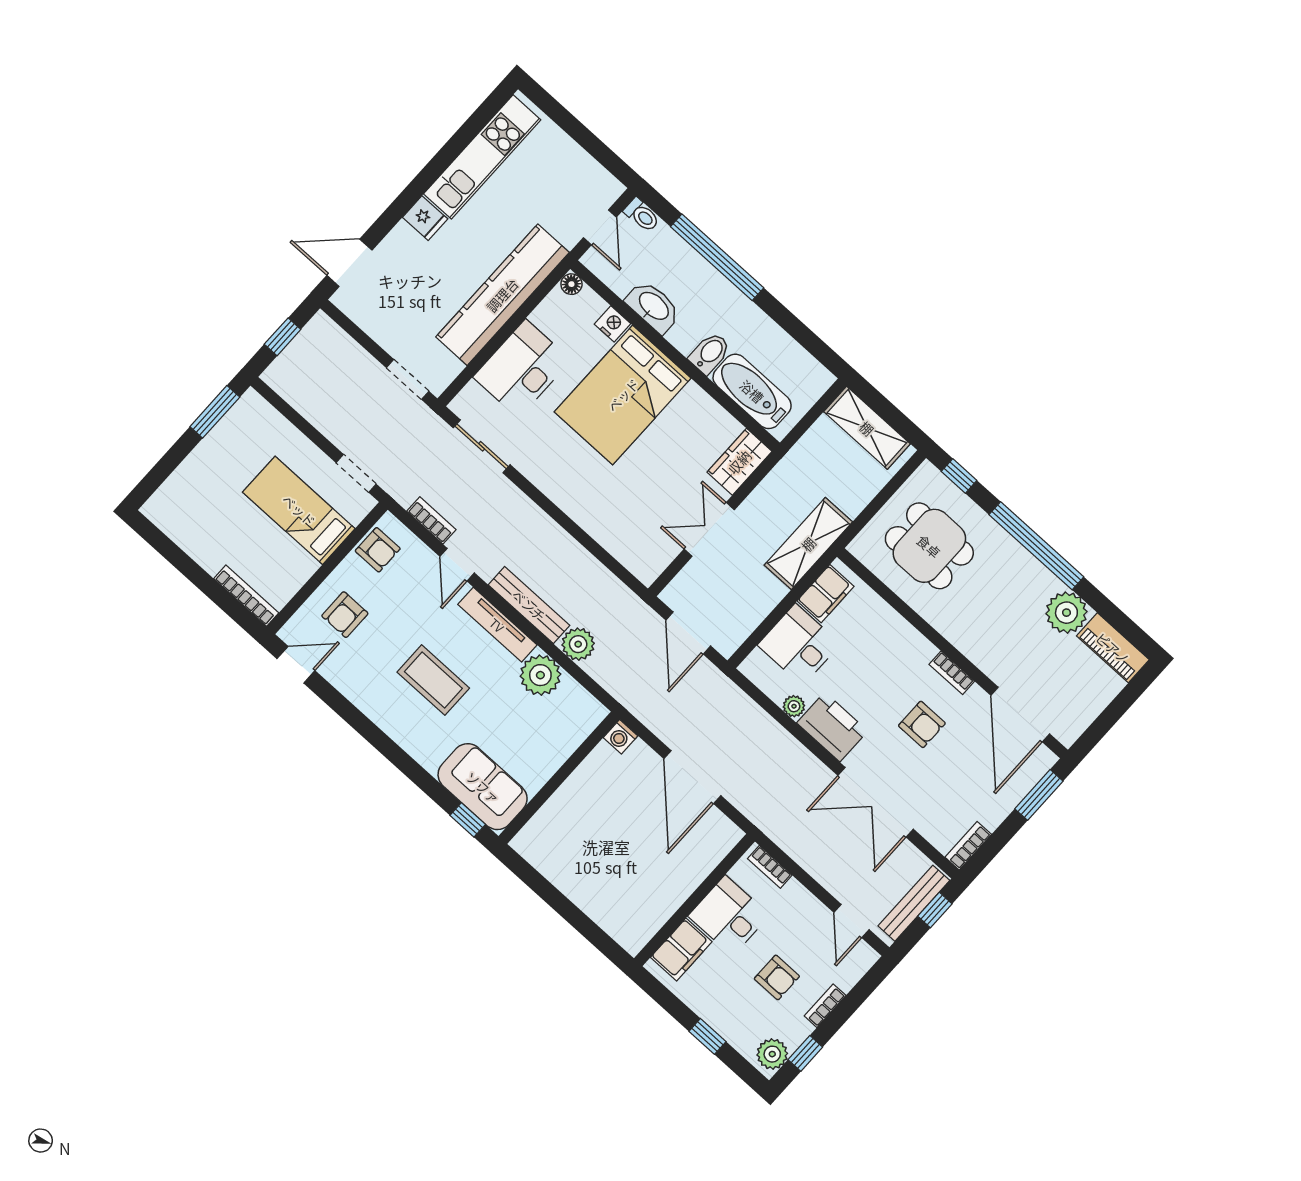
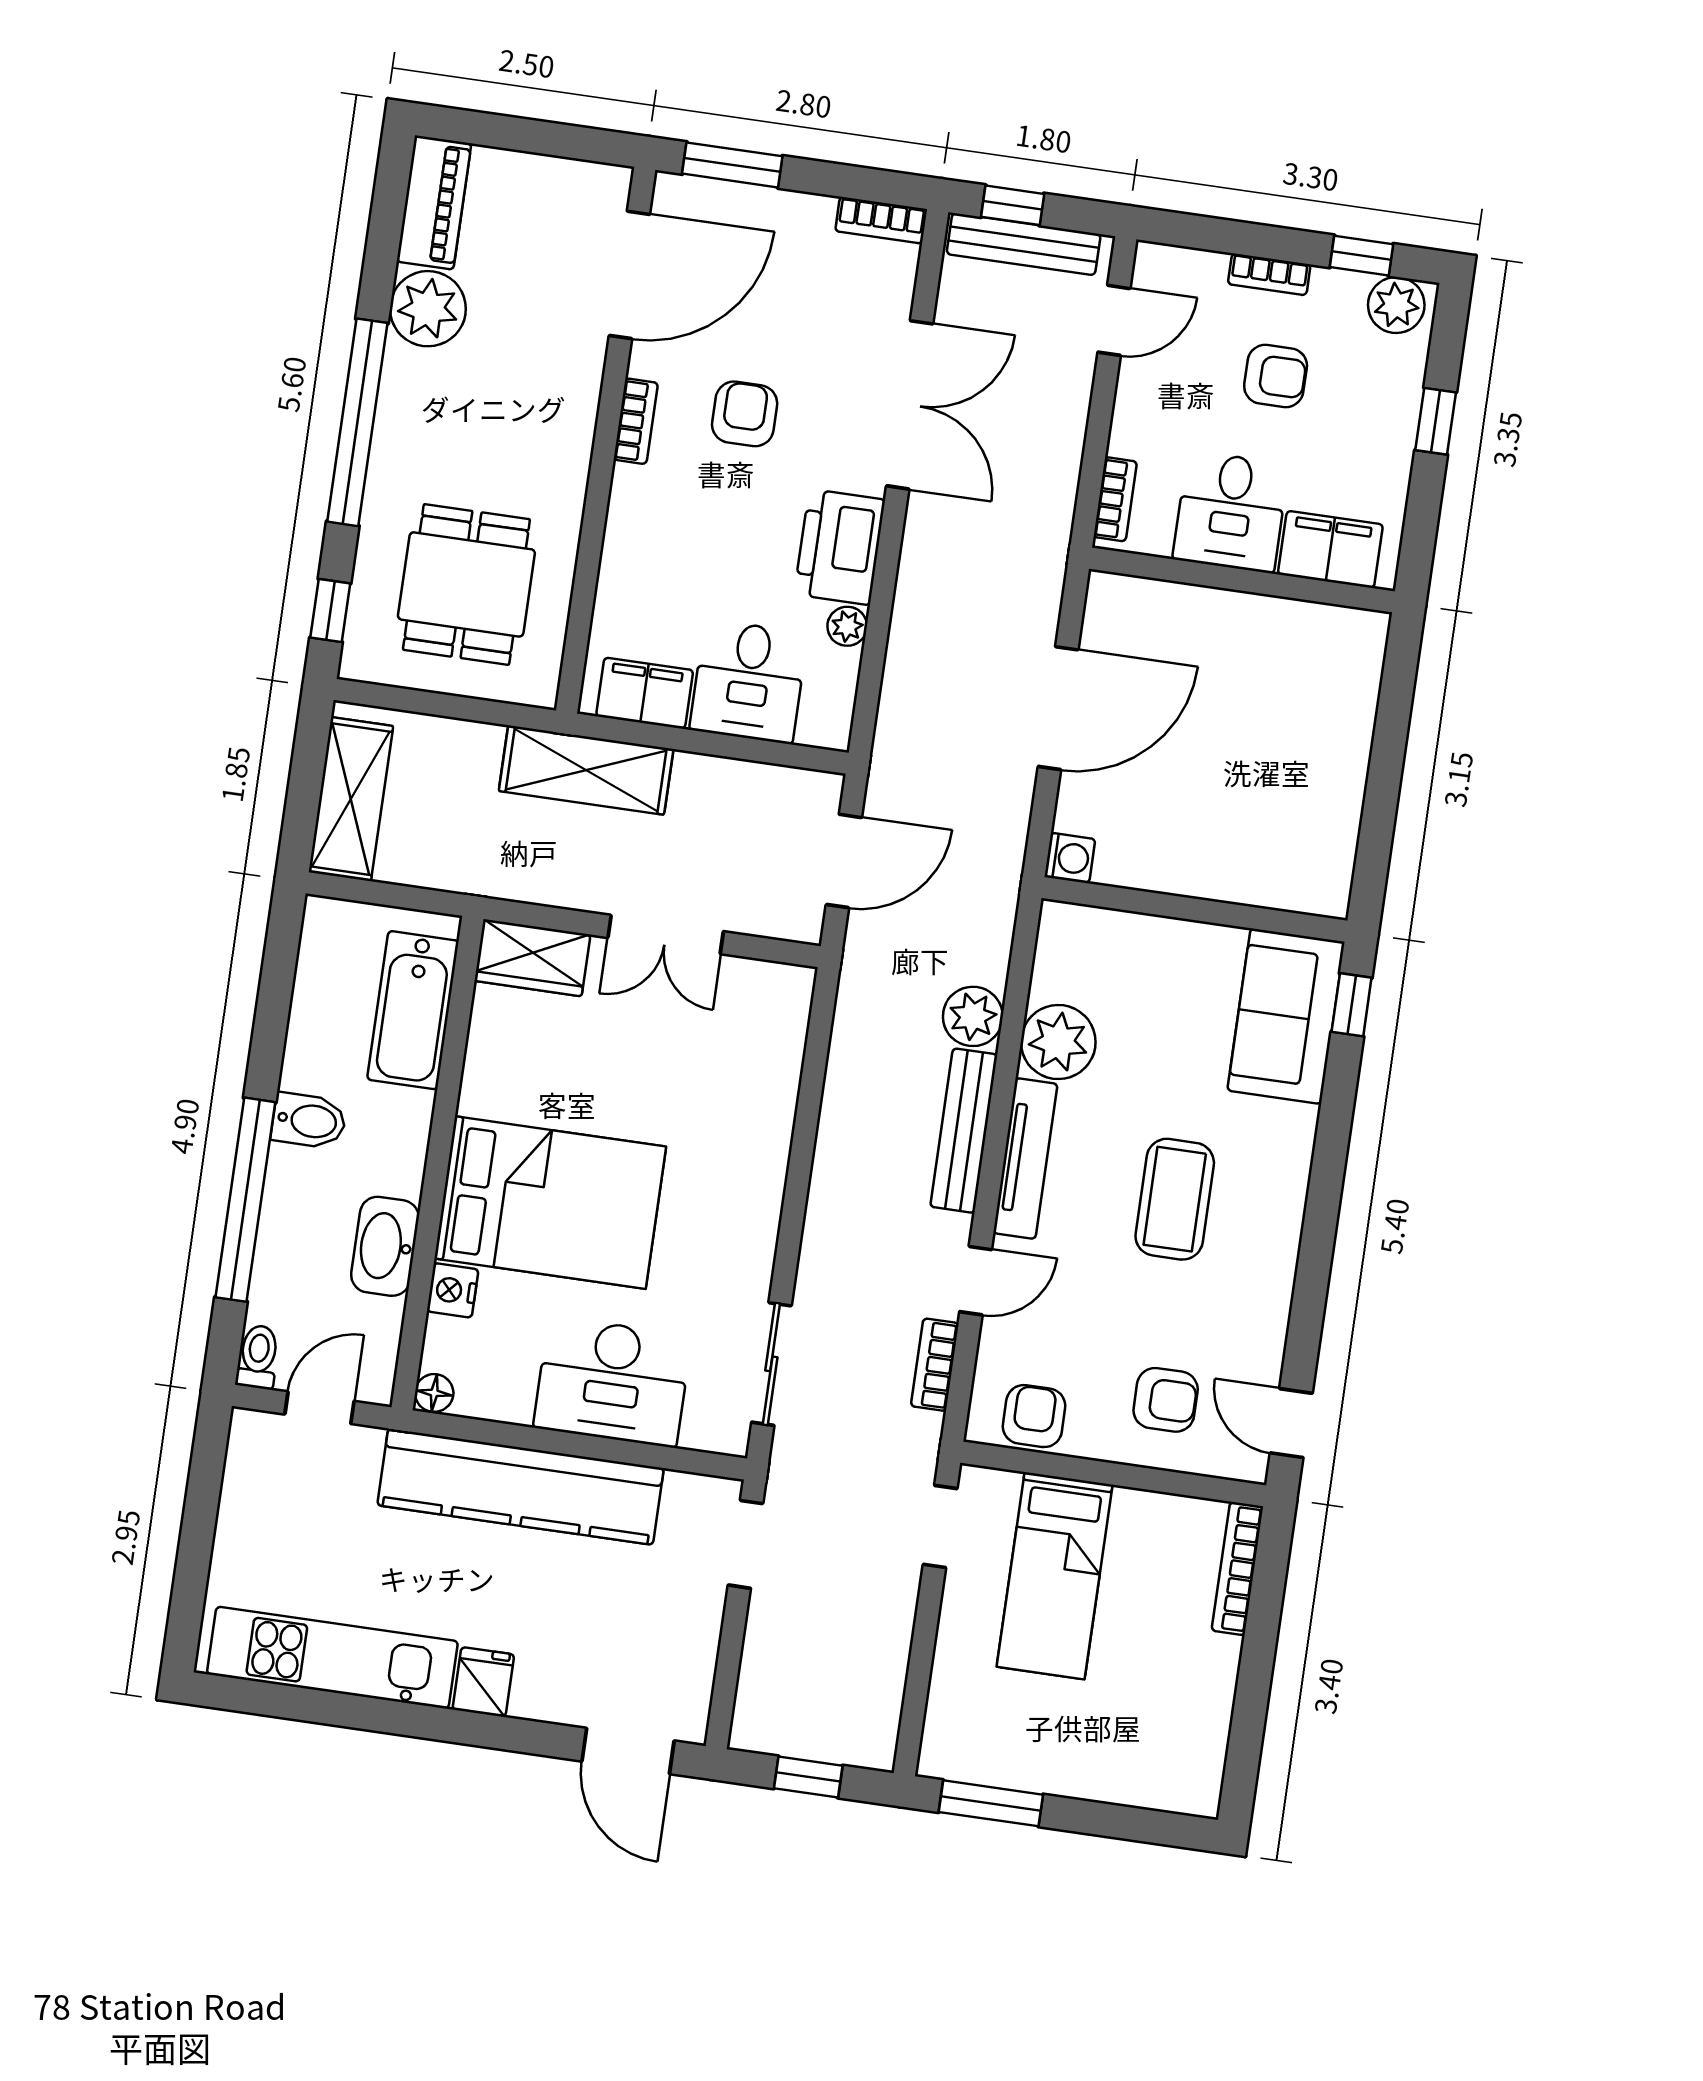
bidet: (710, 353) -> (309, 1121), moved, turned 180
armchair: (777, 977) -> (1276, 376), turned 90

